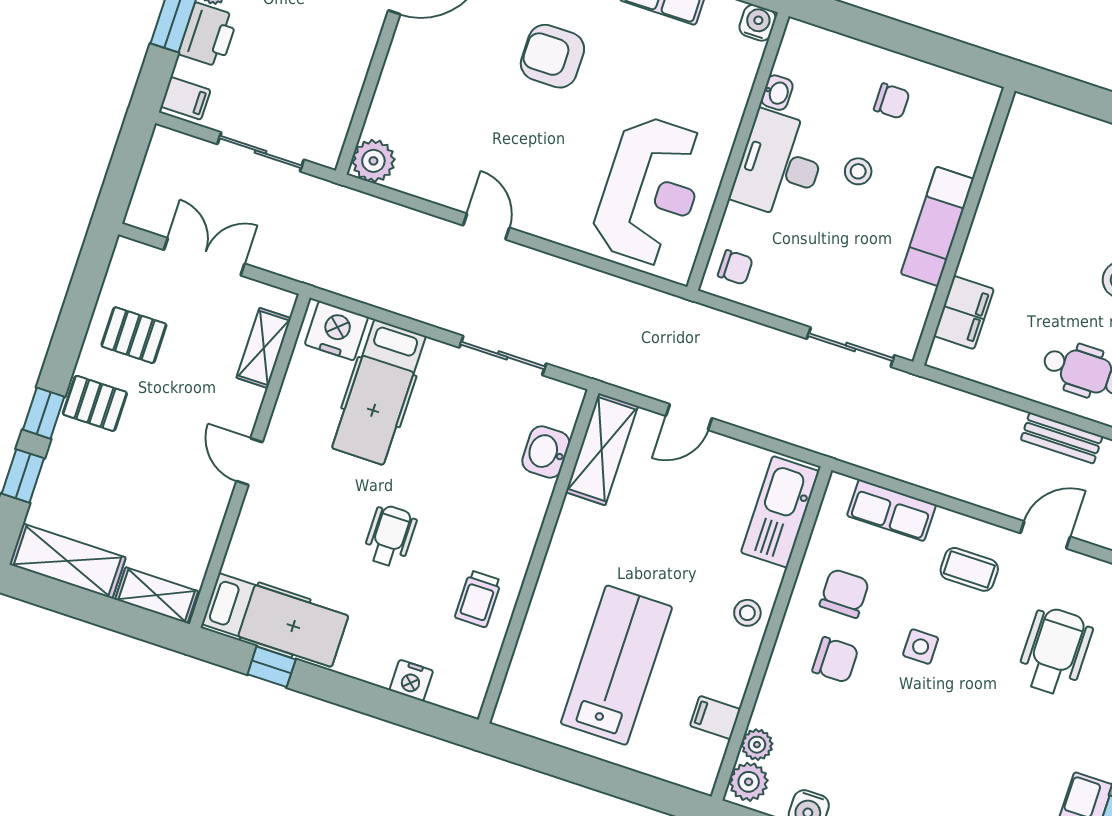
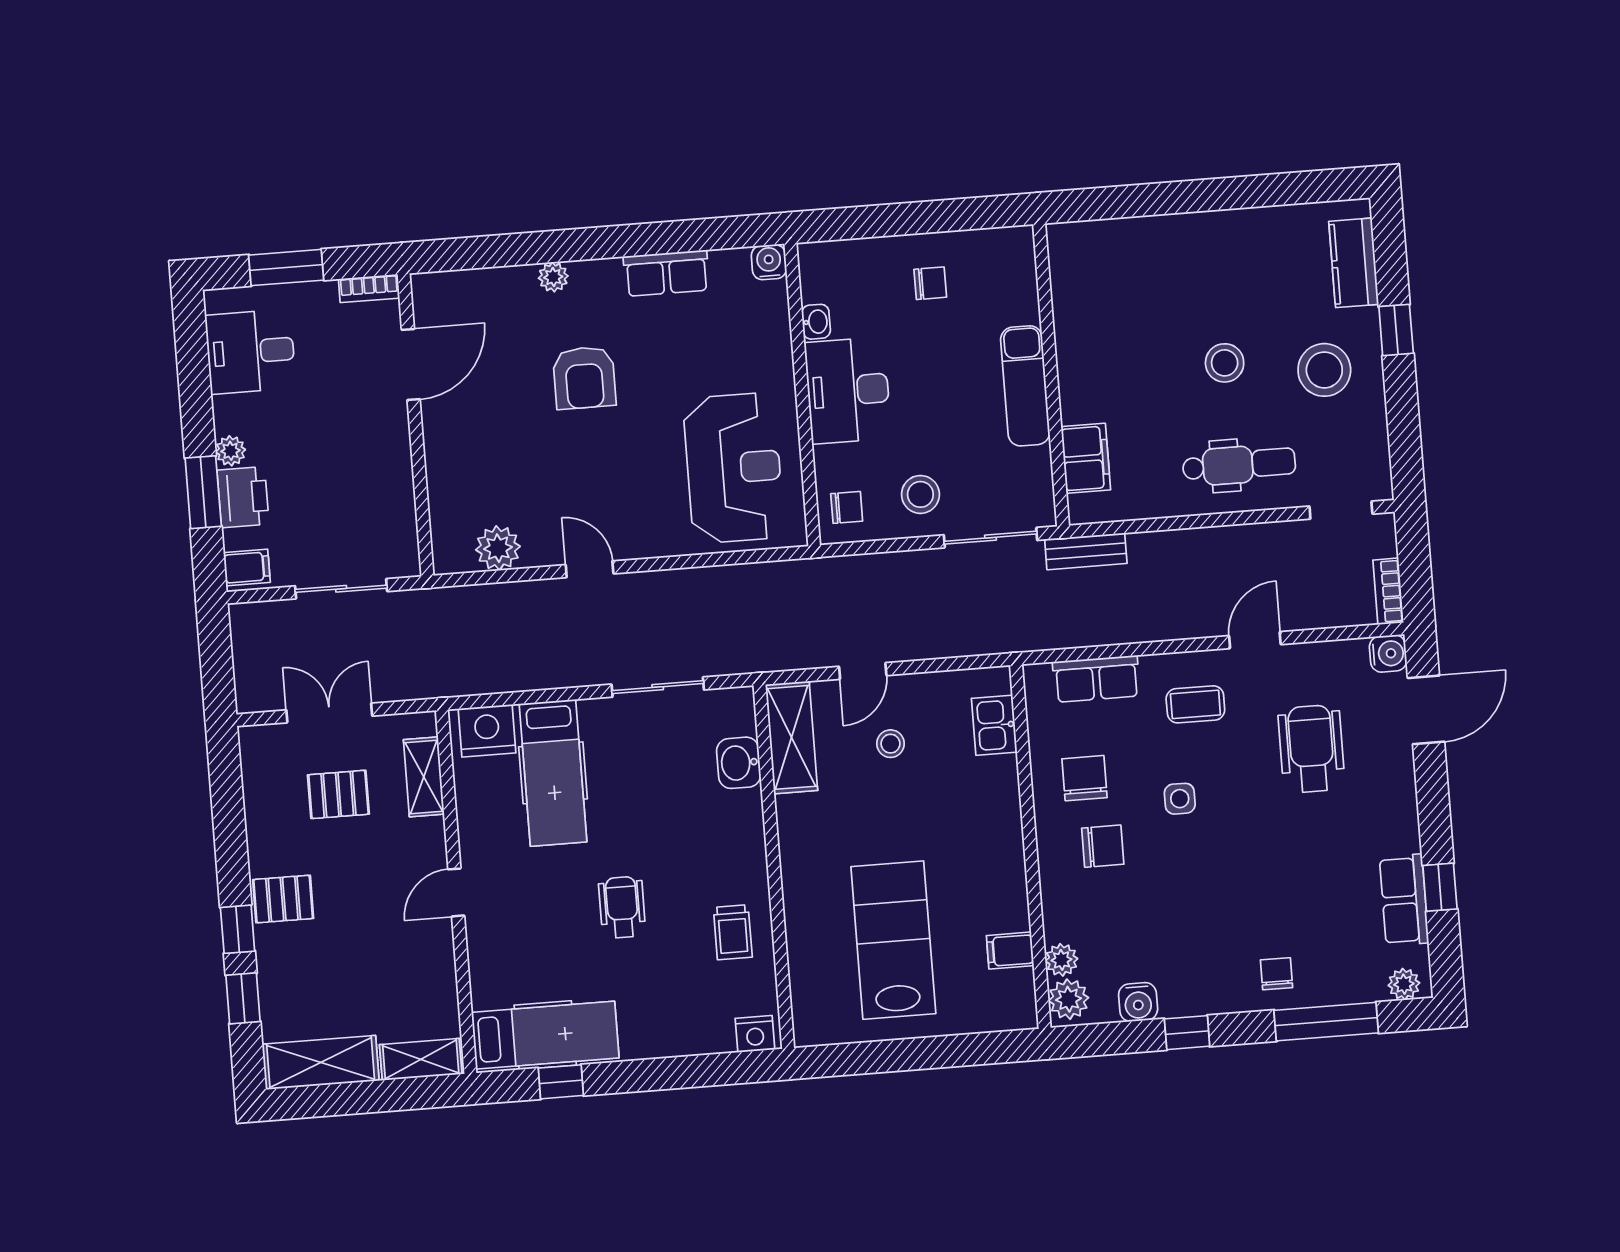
armchair: (552, 56) -> (584, 378), turned -90
plant: (373, 161) -> (498, 548), moved
stool: (858, 171) -> (920, 494), moved, width x1.37, depth x1.37
pallet: (134, 335) -> (338, 794), moved
bench: (1062, 438) -> (1086, 551), moved
door: (249, 462) -> (456, 892), hinge flipped
kitchen sink: (780, 512) -> (994, 725), width x0.53, depth x0.81
stool: (747, 613) -> (890, 744), moved
nightstand: (411, 680) -> (755, 1034), moved

